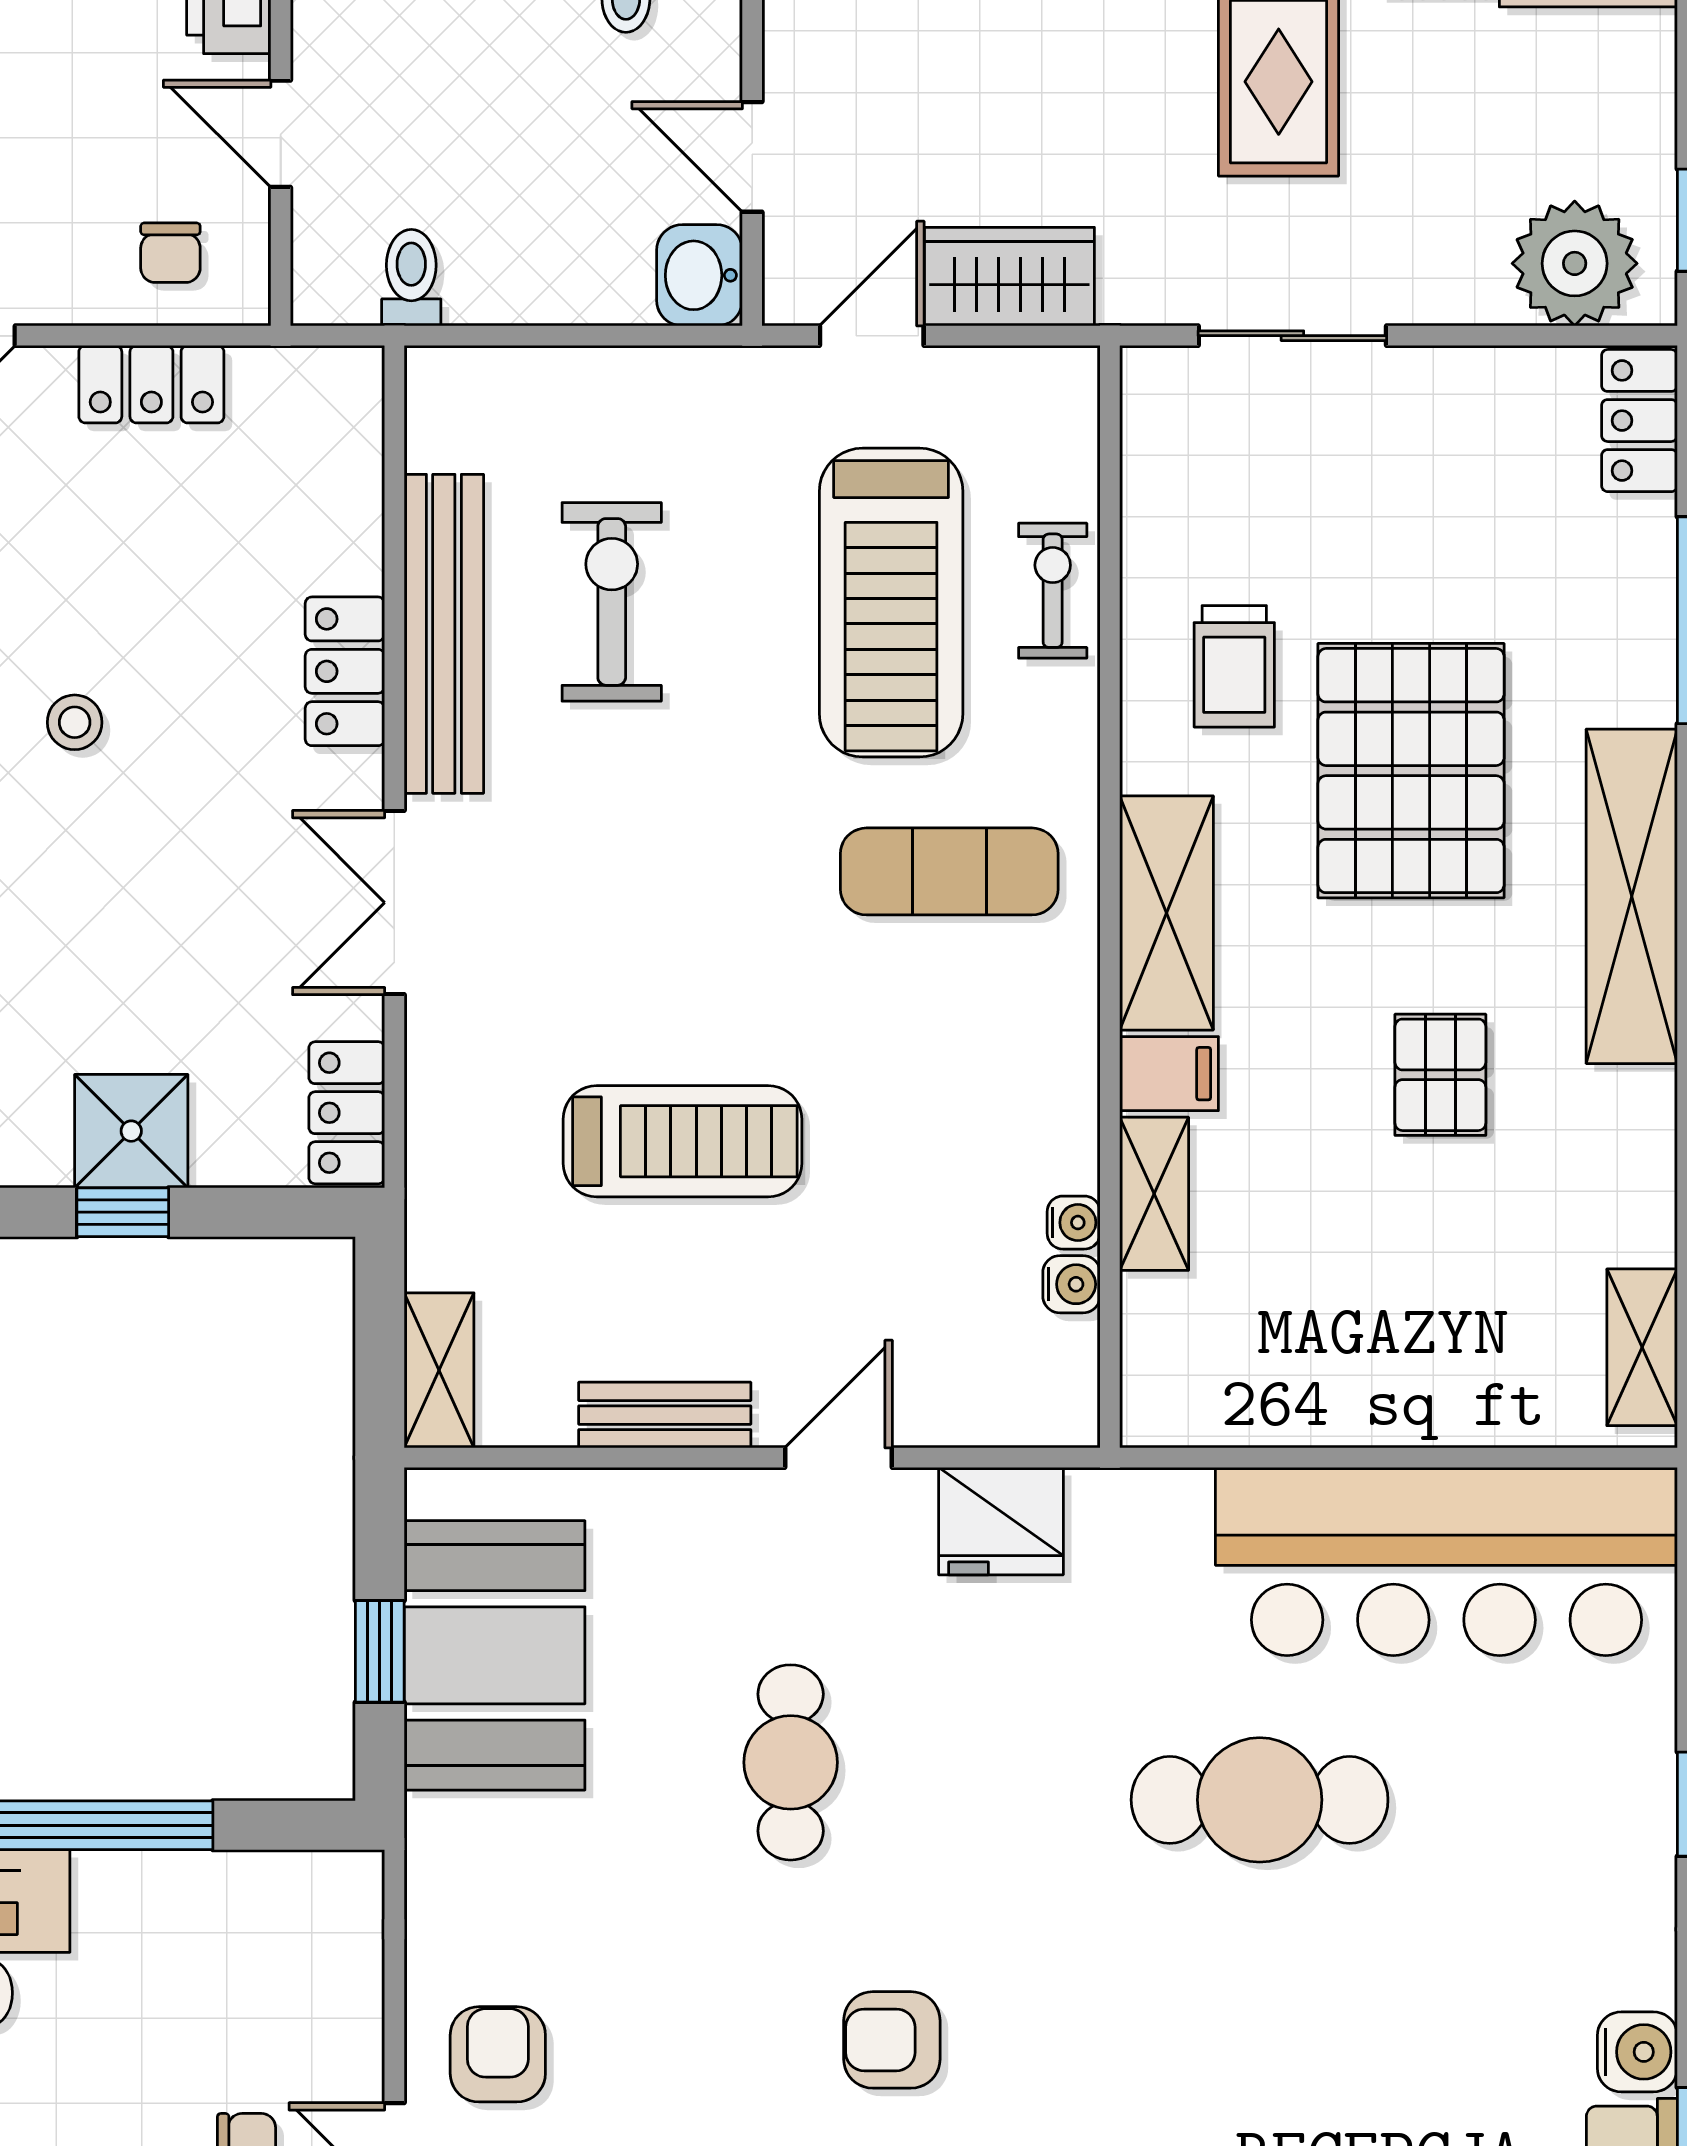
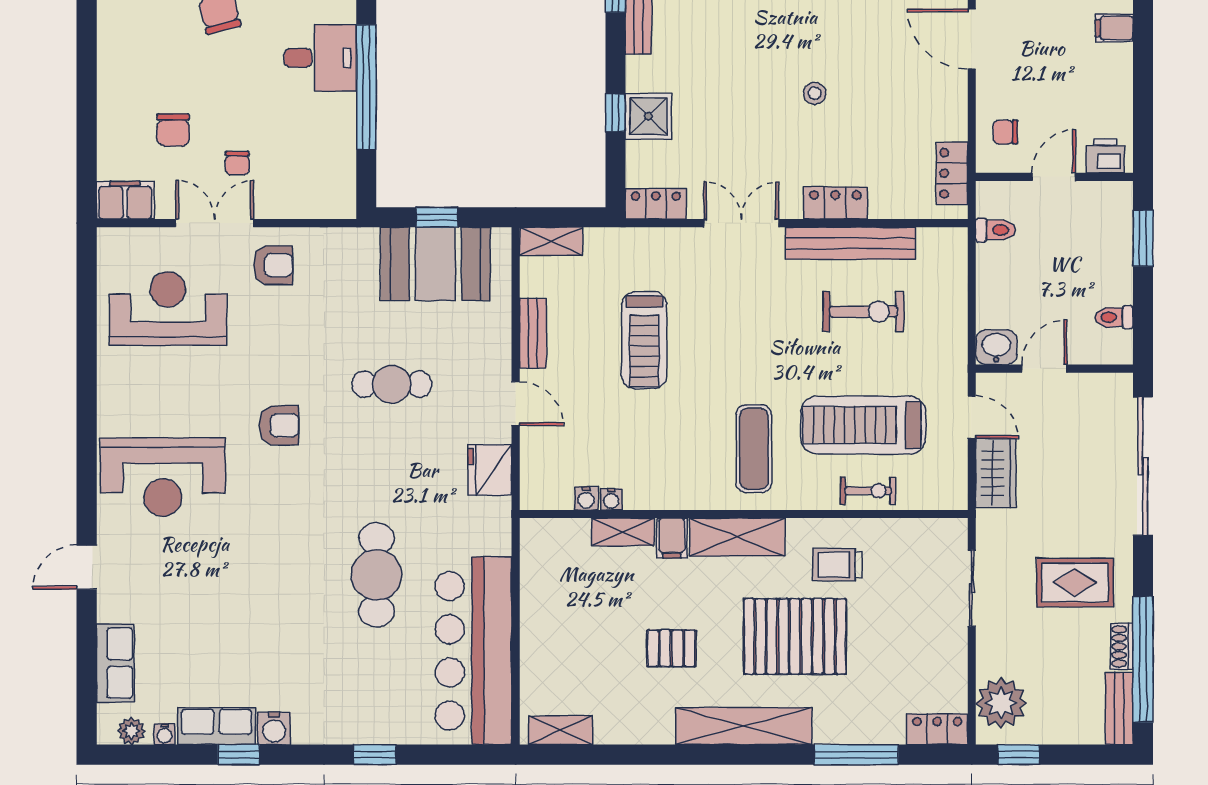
locker: (151, 384) -> (952, 173), moved
armchair: (892, 2040) -> (279, 425), turned 90

